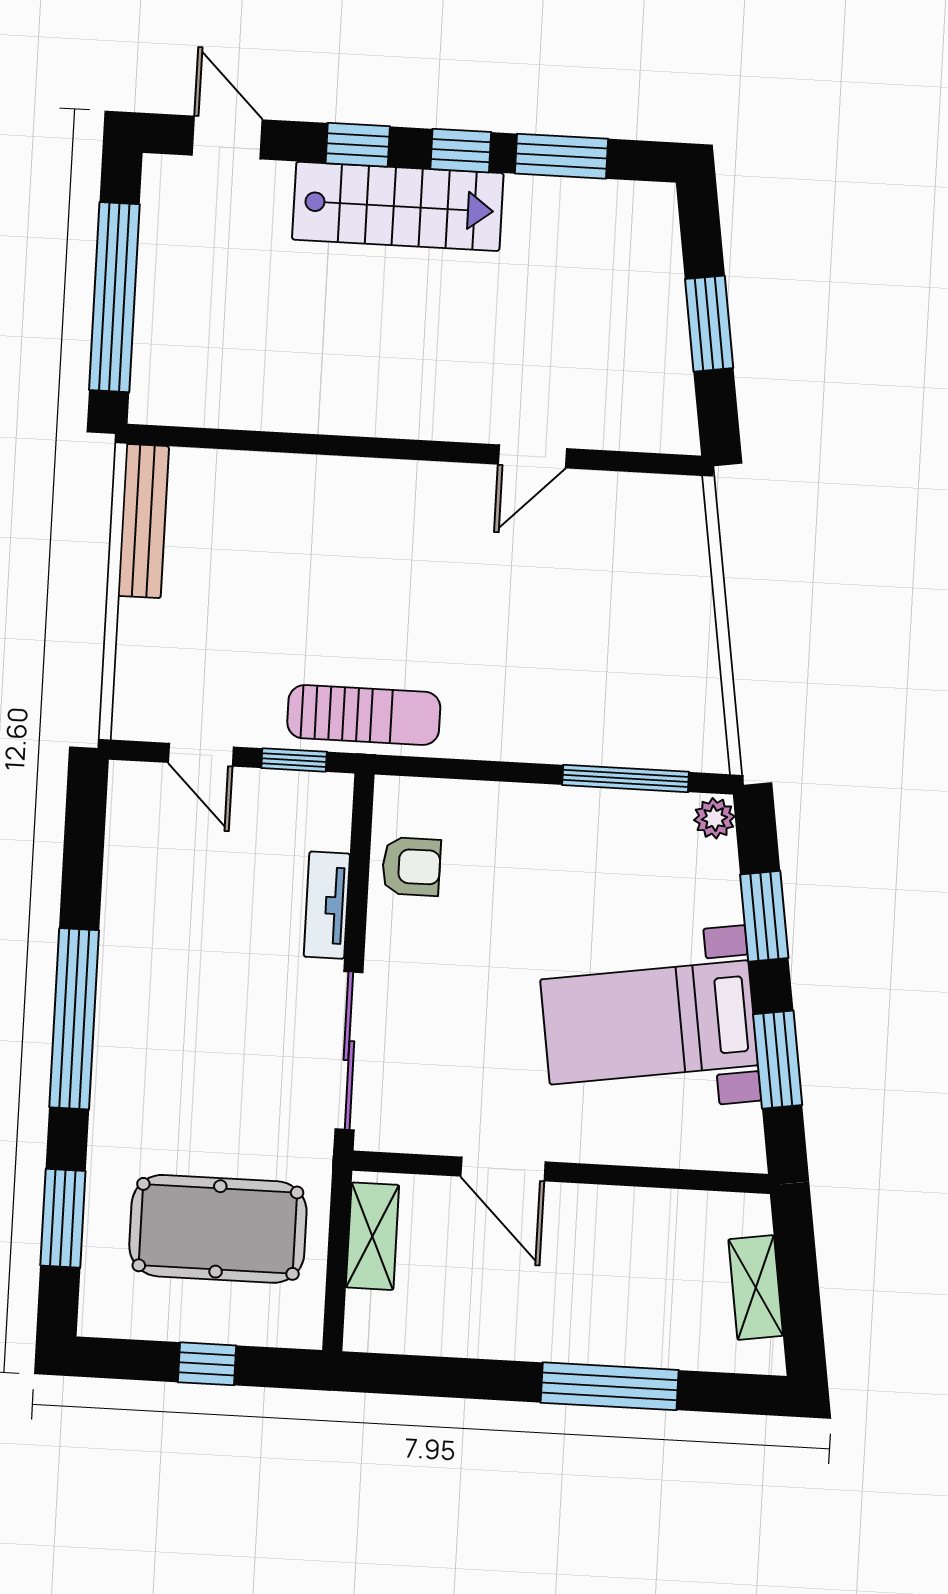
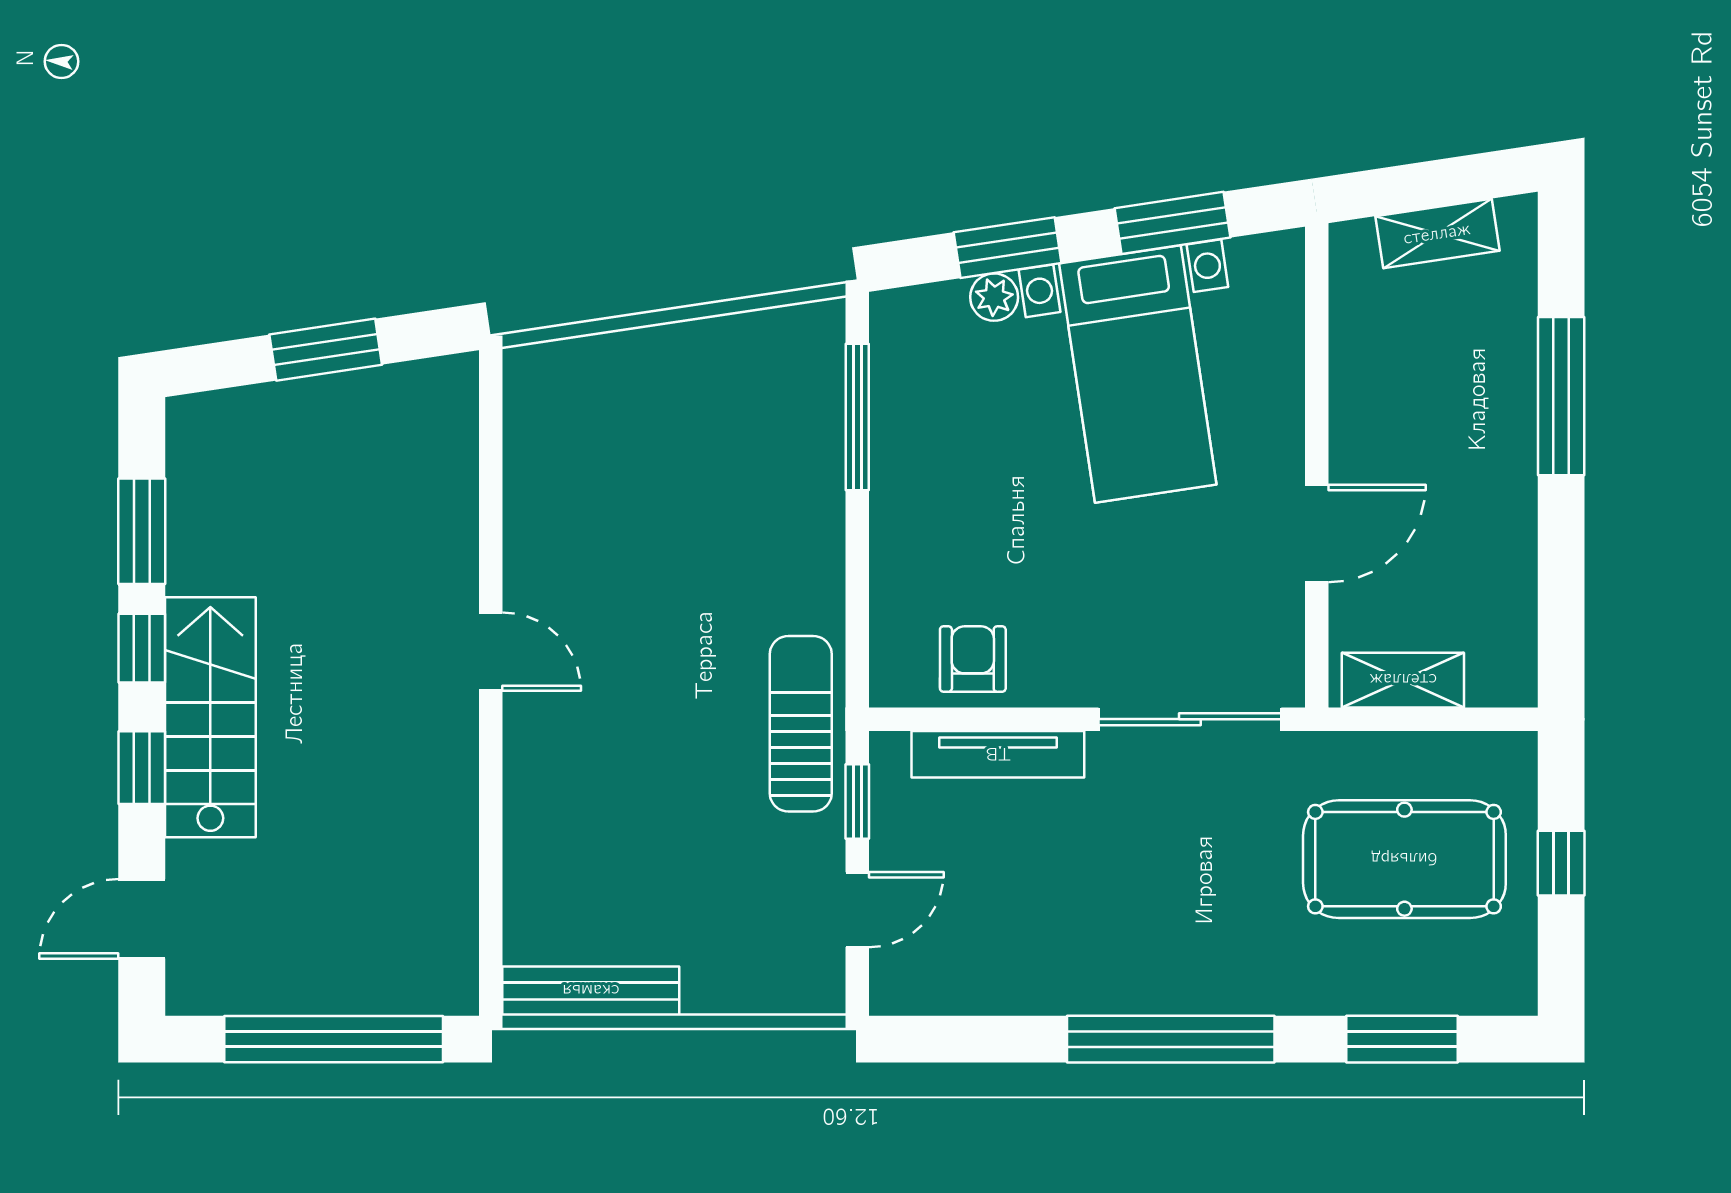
door: (532, 456) -> (491, 652), moved
plant: (714, 818) -> (994, 297), moved
tv unit: (327, 905) -> (998, 754), width x1.41
pool table: (218, 1229) -> (1404, 859), turned 90

